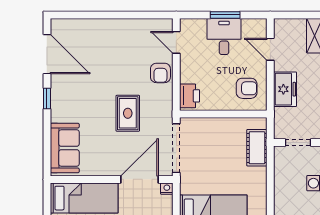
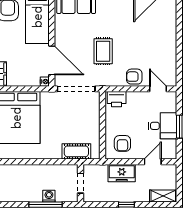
door: (176, 42) -> (158, 89), hinge flipped
rug: (128, 113) -> (103, 51), turned 90

